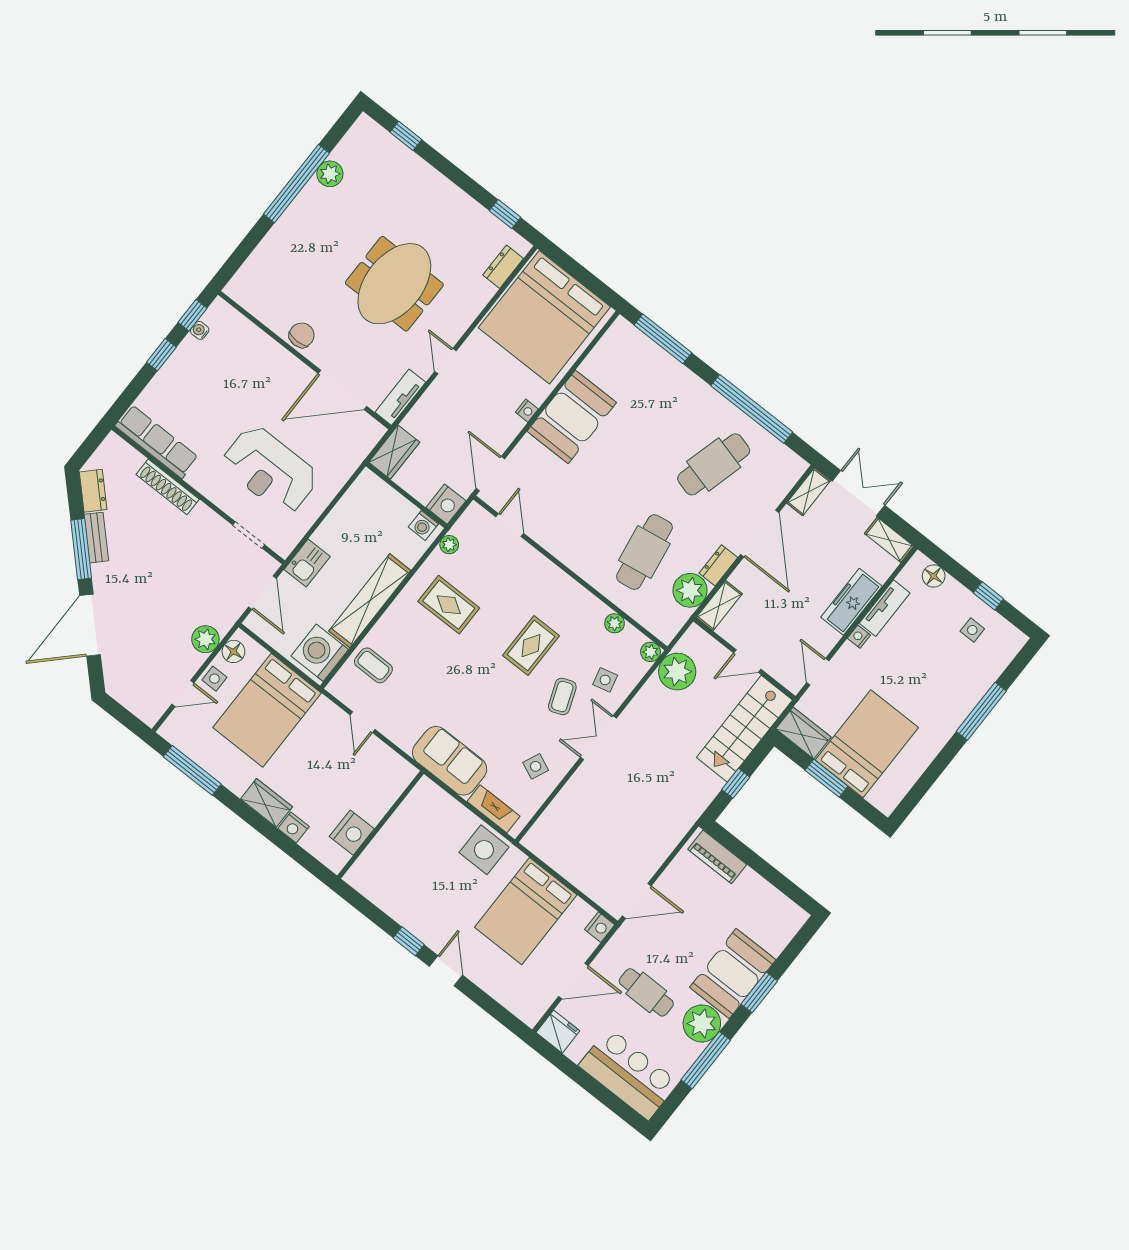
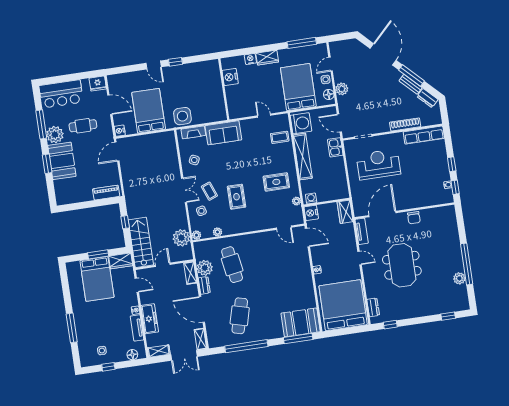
booth: (572, 417) -> (301, 322), moved, turned 90
door: (573, 981) -> (110, 105), swing flipped

